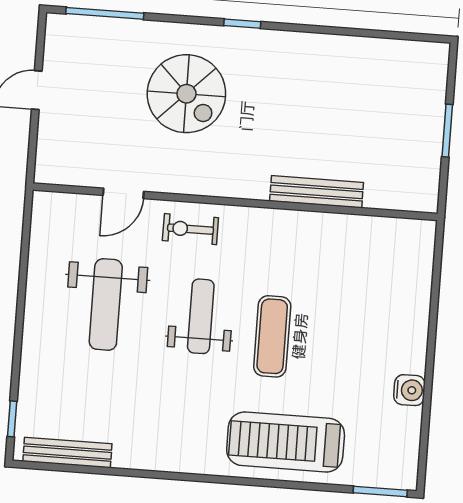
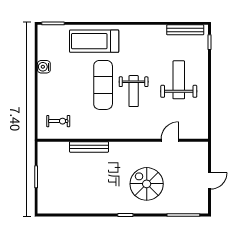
exercise bike: (190, 229) -> (58, 121), moved
weight bench: (106, 304) -> (179, 80), moved
exercise mat: (272, 336) -> (103, 85), width x1.36, depth x1.45
treadmill: (286, 442) -> (94, 41), turned 180

